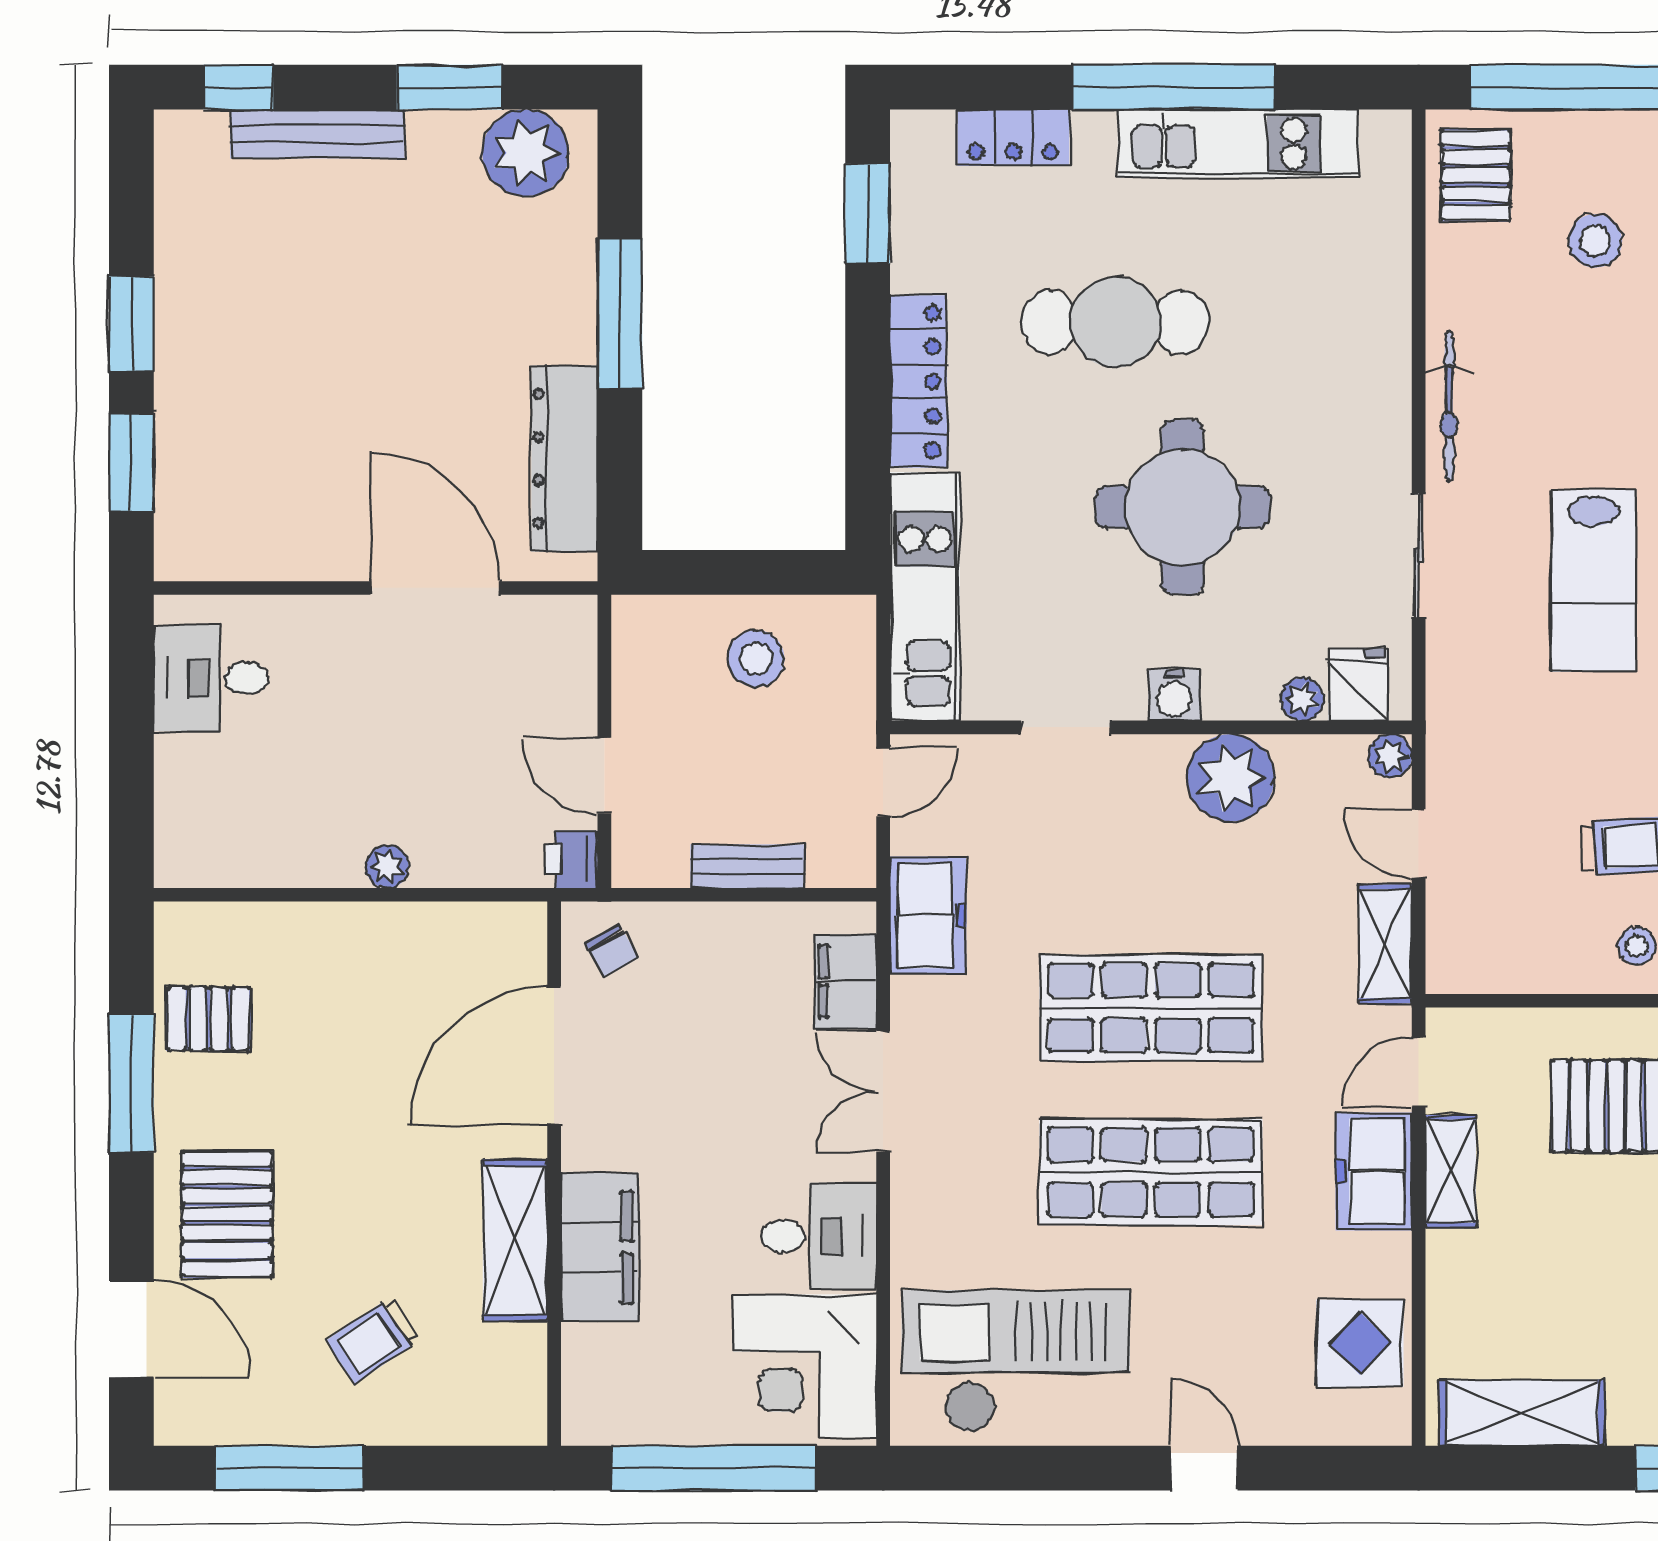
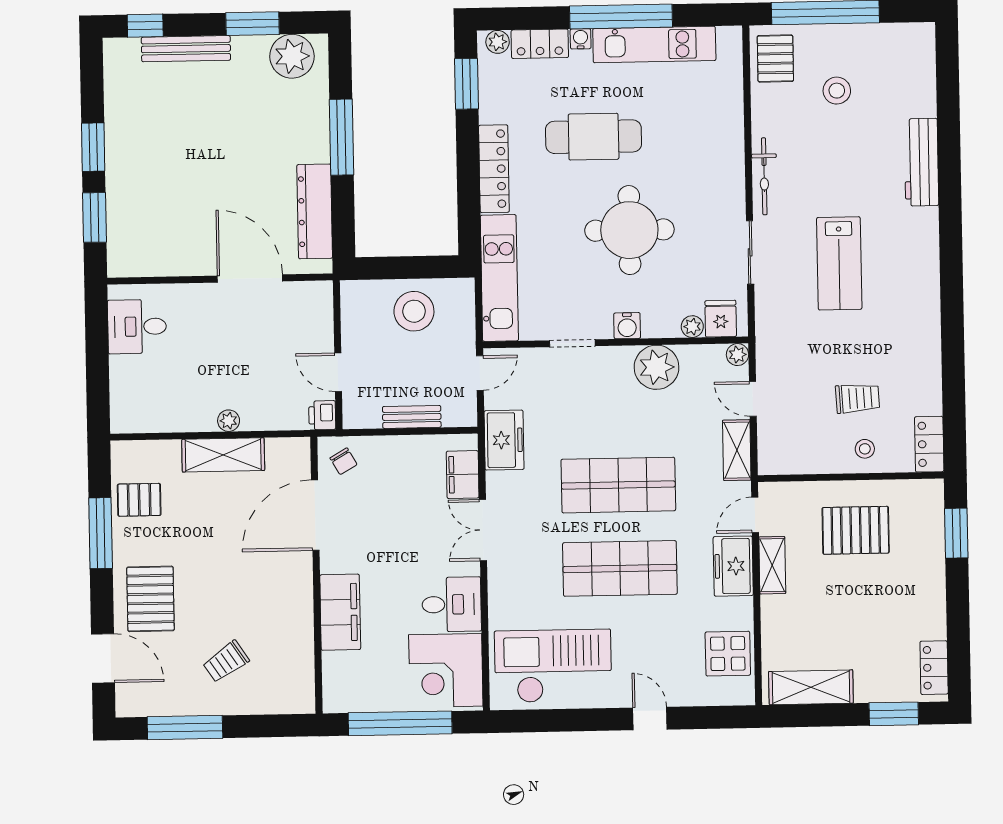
water cooler: (1094, 129) -> (581, 39), added
plant: (930, 132) -> (498, 42), added
stool: (756, 659) -> (414, 311), width x1.38, depth x1.38
shelving: (515, 1240) -> (223, 455), moved, turned 90

